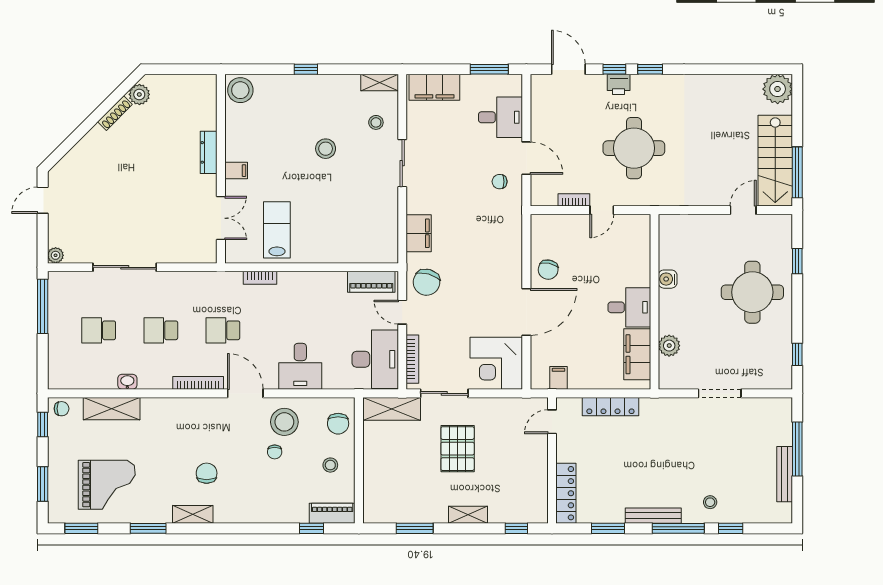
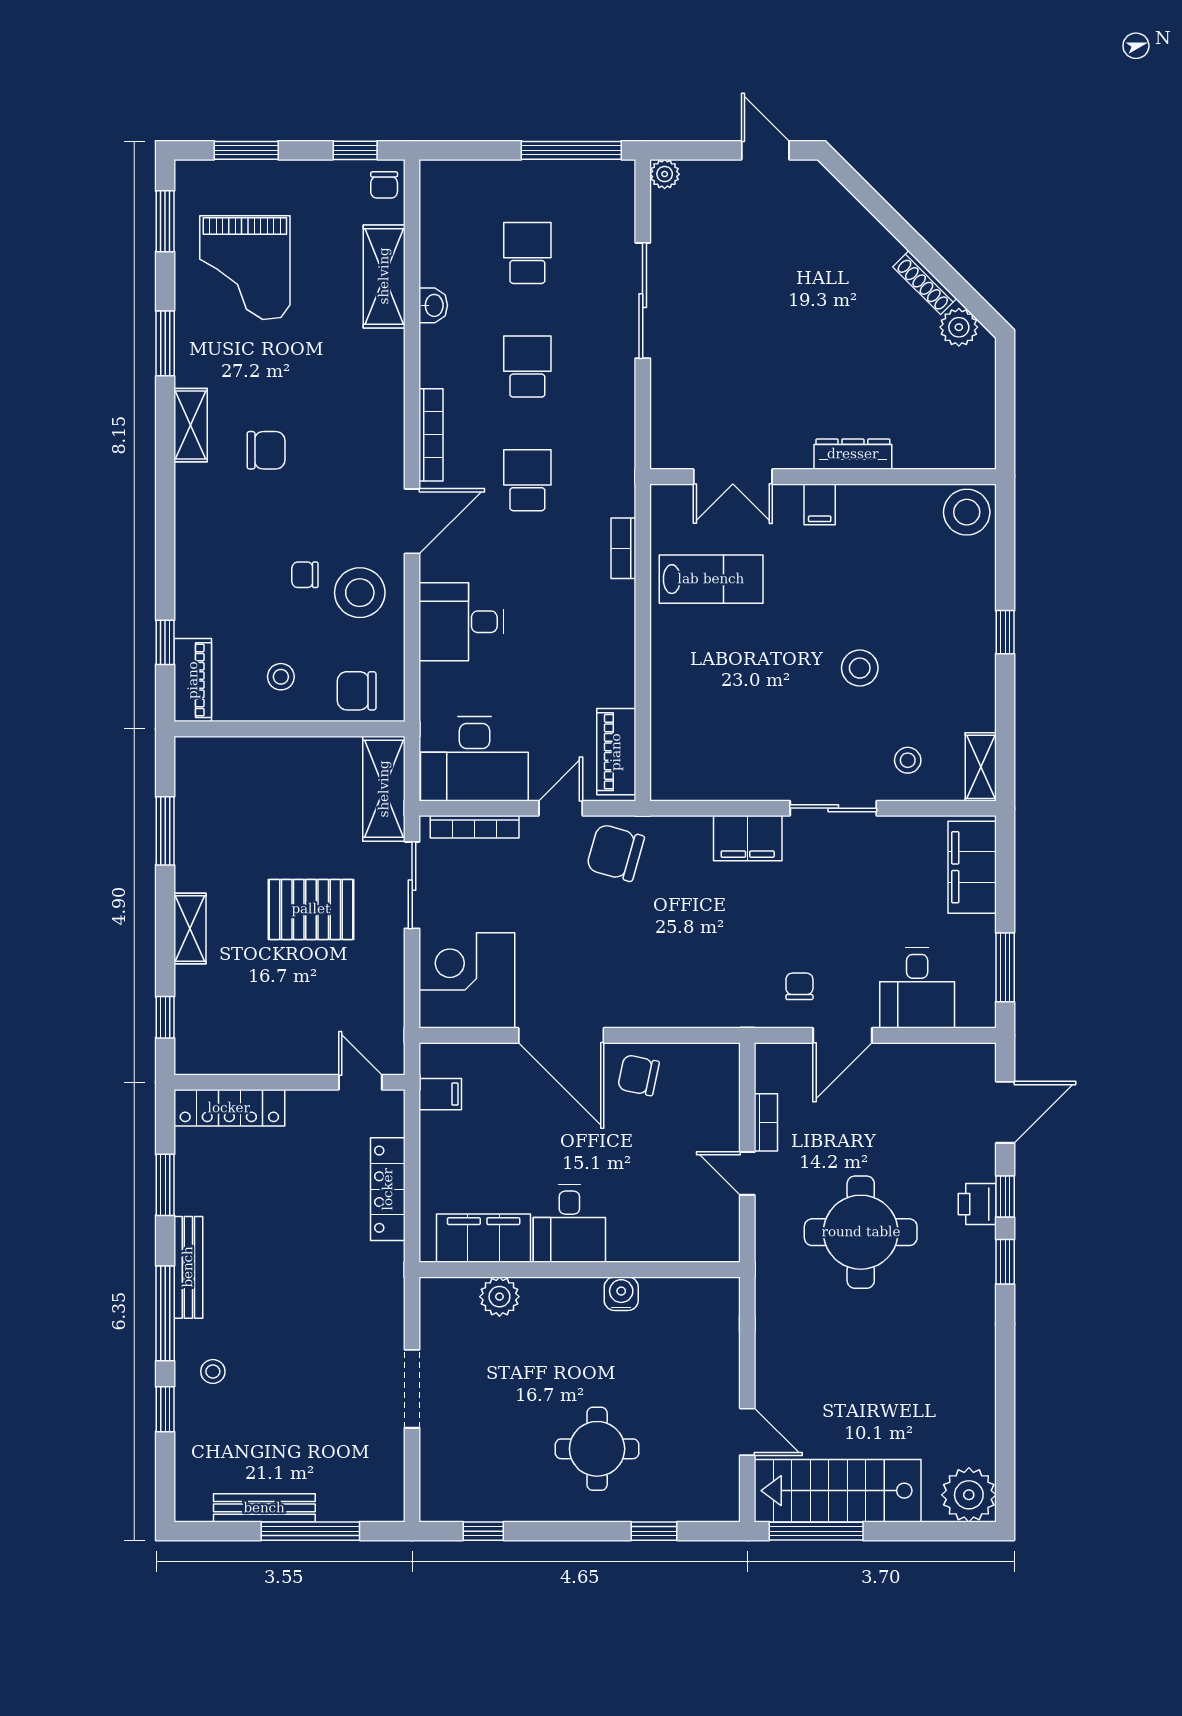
filing cabinet: (419, 233) -> (748, 838), moved
round table: (752, 292) -> (597, 1449), width x0.73, depth x0.73

